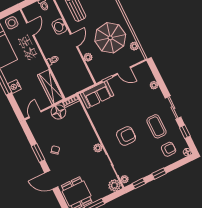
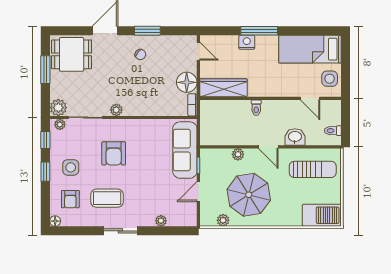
sofa: (97, 94) -> (185, 150), width x1.36
window: (185, 132) -> (82, 231), removed
side table: (148, 159) -> (71, 167), added

